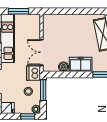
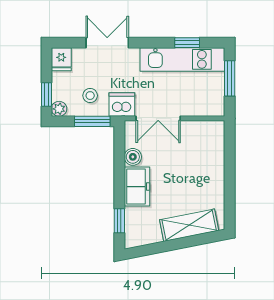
double door: (41, 52) -> (158, 118), swing flipped

